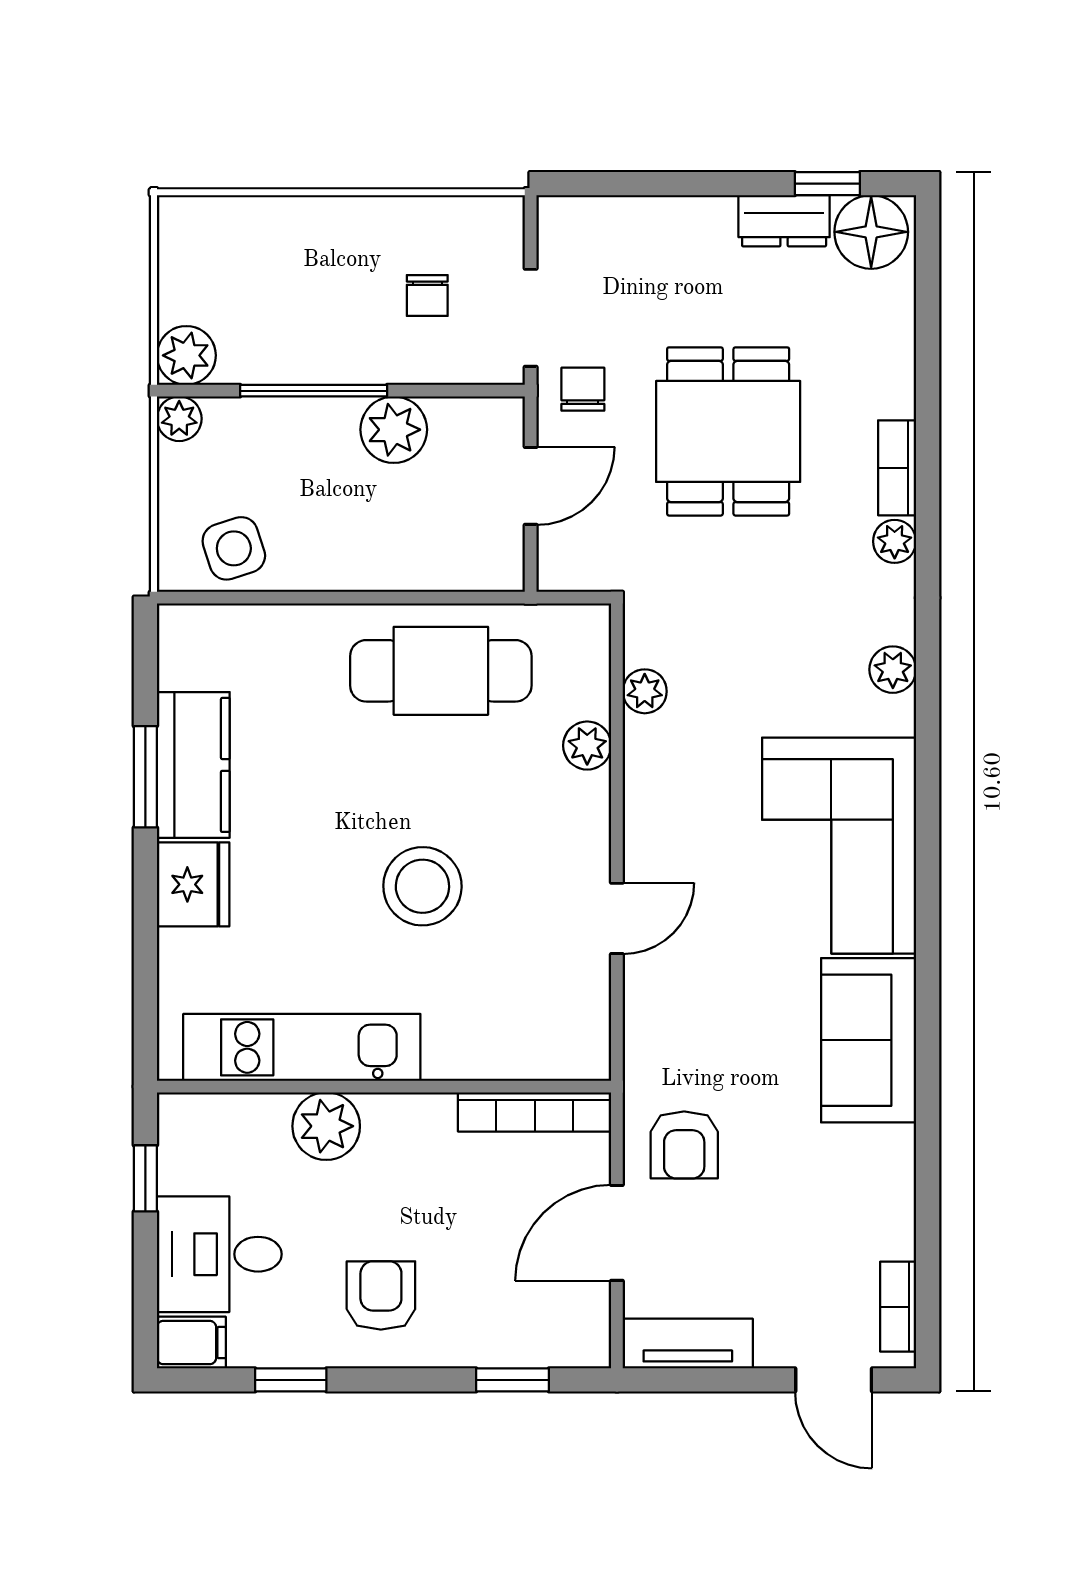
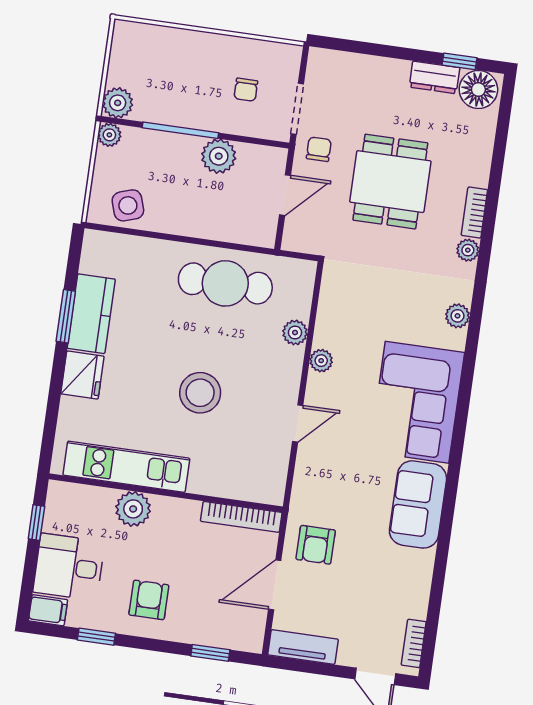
plant: (645, 691) -> (321, 361), moved

